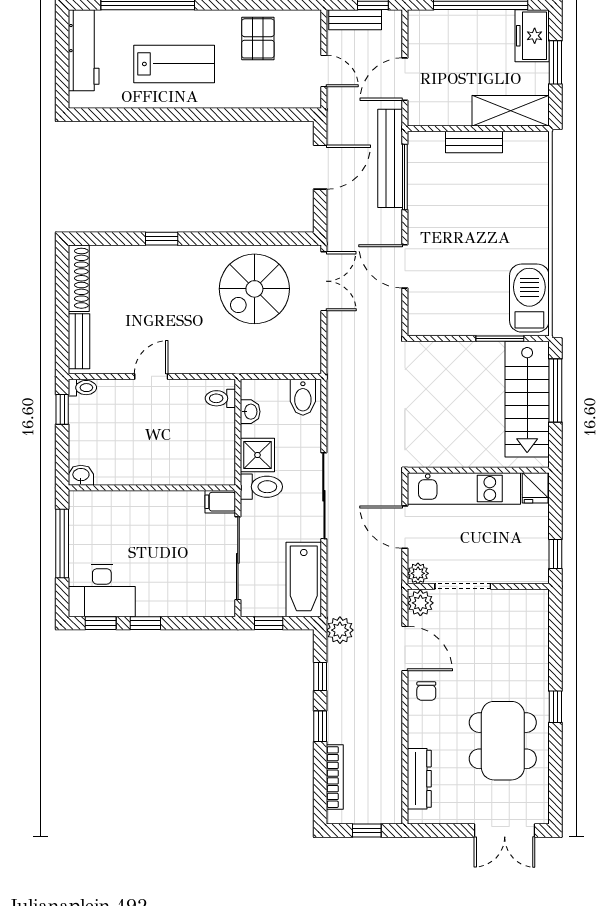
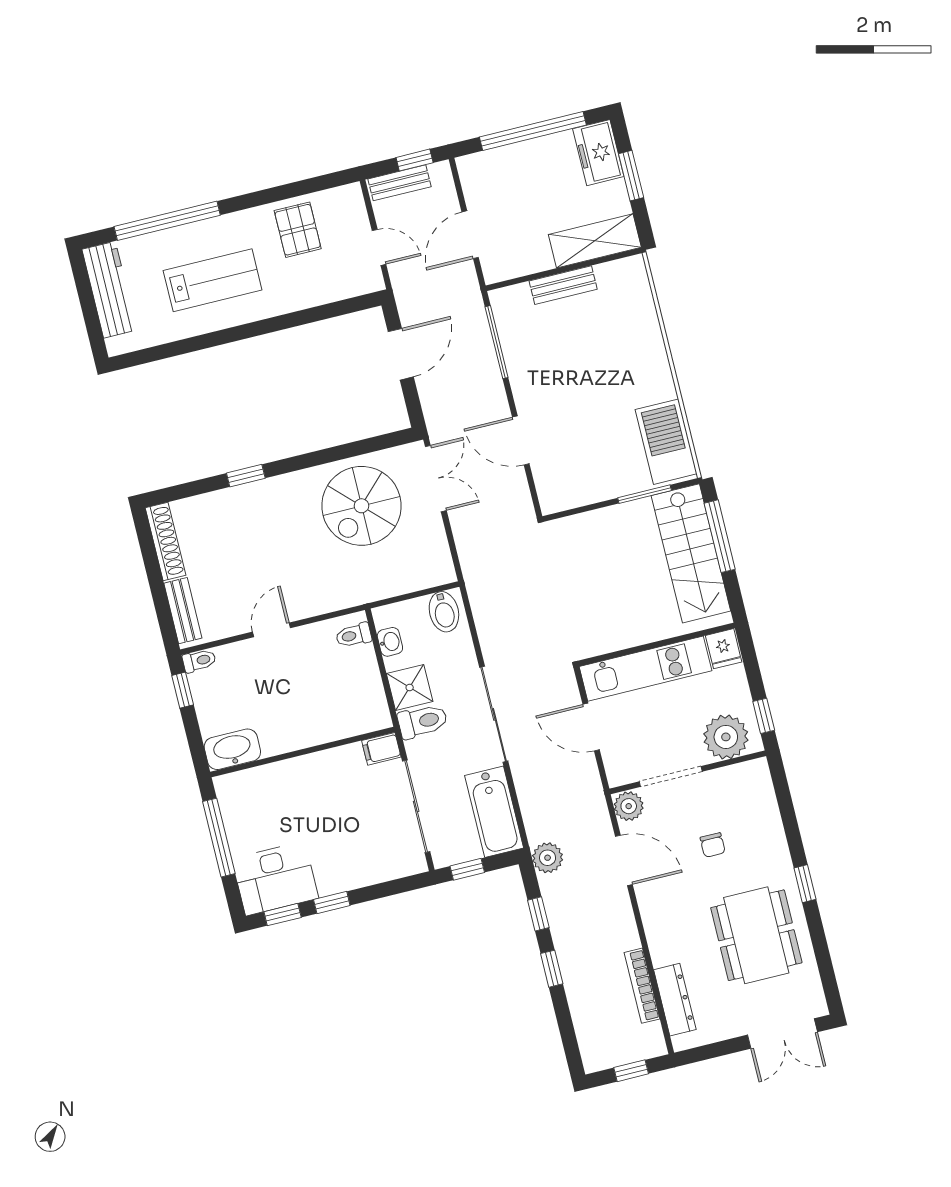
bench: (390, 158) -> (475, 326), removed
washbasin: (81, 475) -> (232, 749), width x1.91, depth x1.45
plant: (418, 573) -> (726, 737), moved, width x1.87, depth x1.87
chair: (426, 691) -> (713, 845), moved
bookcase: (335, 777) -> (642, 986), moved, turned 180

